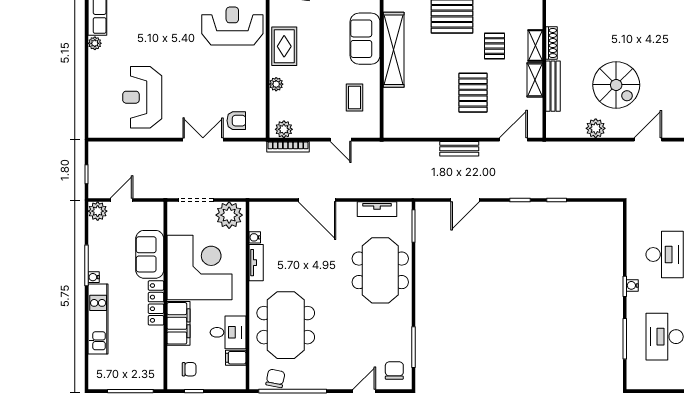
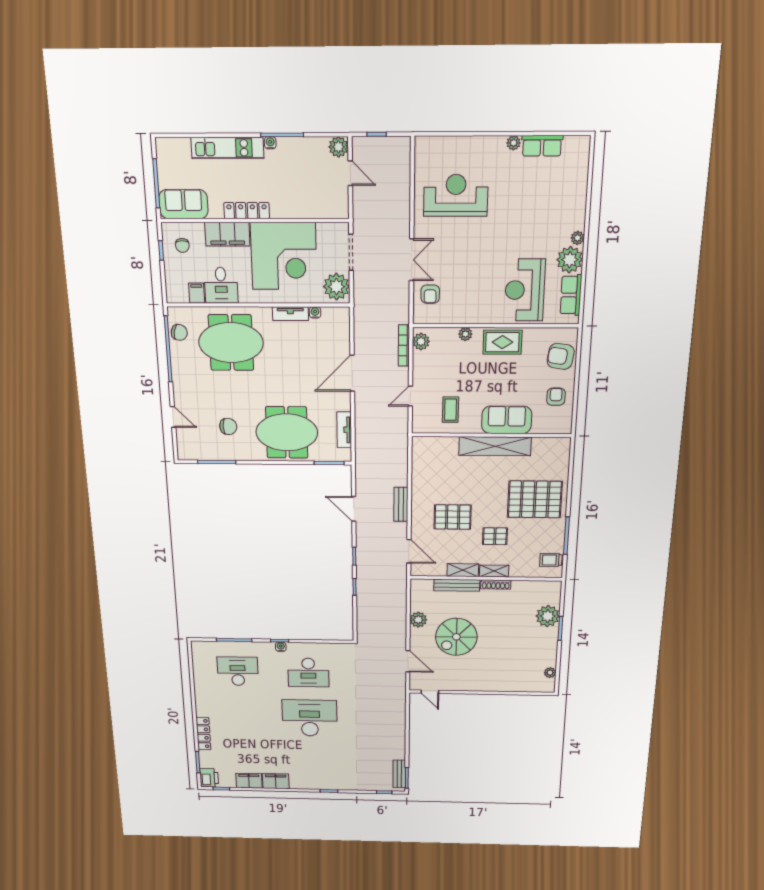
reception desk: (232, 26) -> (525, 290), turned 180
coffee table: (355, 98) -> (451, 410), turned 90
sofa: (150, 254) -> (183, 204), moved
chair: (394, 370) -> (228, 426), moved

